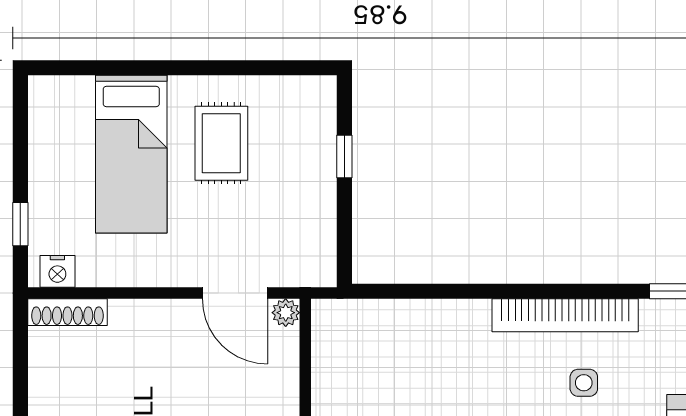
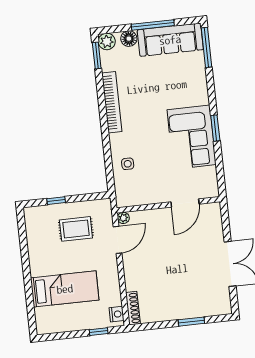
rug: (221, 143) -> (76, 229), moved
side table: (584, 383) -> (128, 164), moved

